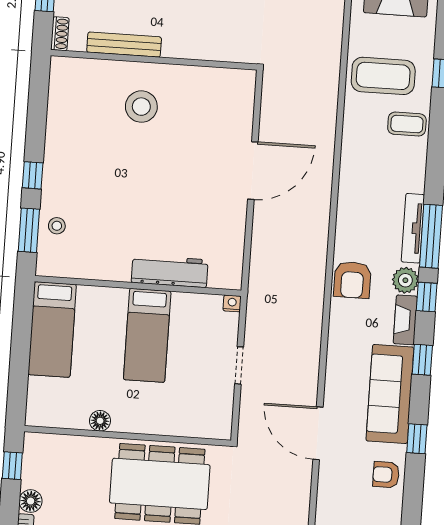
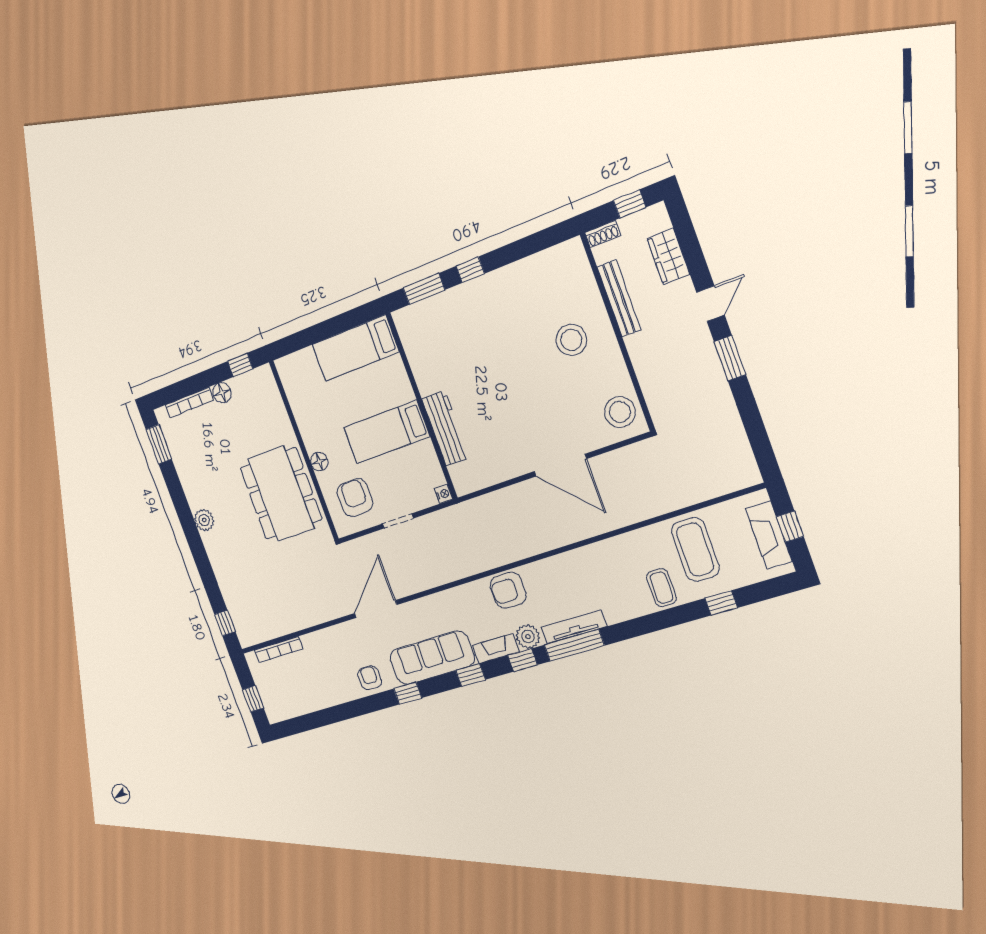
stool: (57, 226) -> (620, 412), moved, width x1.89, depth x1.89
armchair: (197, 402) -> (355, 498), added
floor lamp: (100, 421) -> (319, 462), moved

